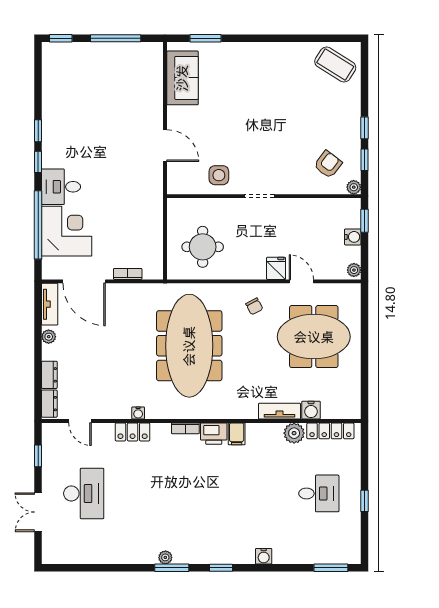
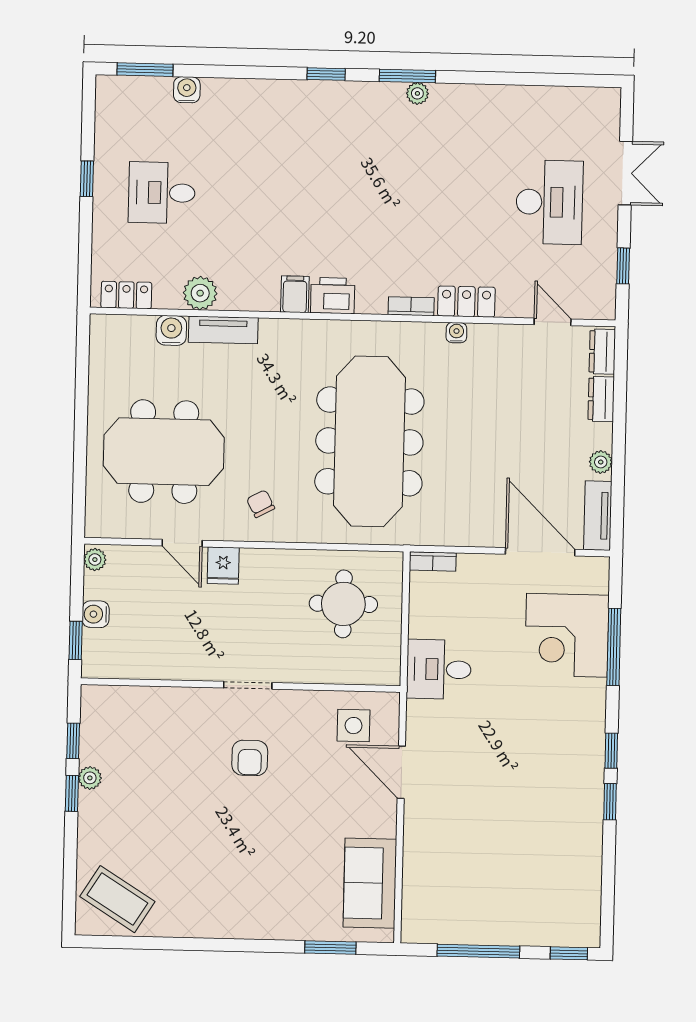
armchair: (328, 164) -> (250, 758), moved, turned -37
side table: (219, 175) -> (354, 726), moved
desk: (61, 187) -> (439, 669), moved, turned 180
plant: (354, 187) -> (90, 778), moved
window: (38, 225) -> (614, 647), width x0.68
bookcase: (128, 274) -> (433, 561), moved
bookcase: (185, 428) -> (411, 306), moved
locker: (330, 431) -> (126, 295), width x0.66
desk: (84, 493) -> (549, 202), turned 180
water cooler: (264, 556) -> (187, 90), moved

